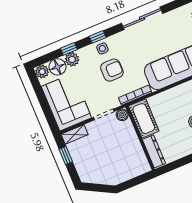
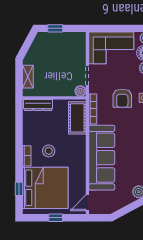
cot: (144, 119) -> (77, 118), moved, turned 90
shelving: (75, 134) -> (28, 77), moved
window: (66, 155) -> (55, 28), moved

